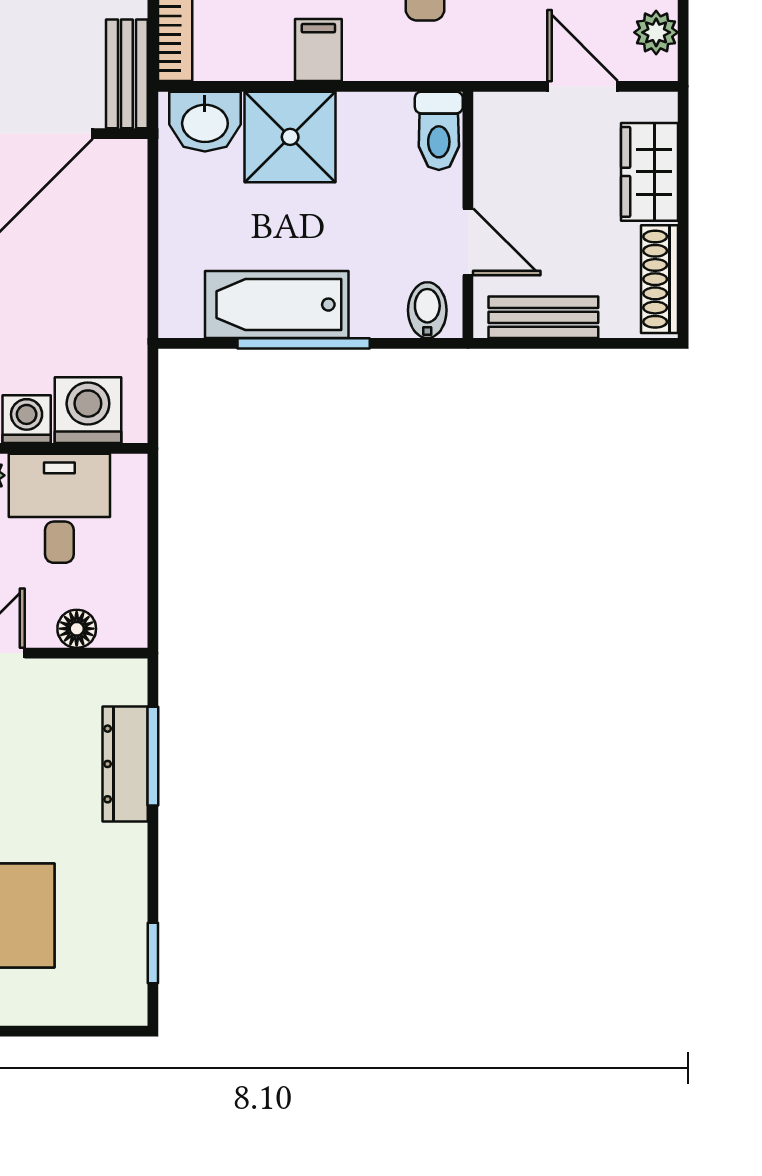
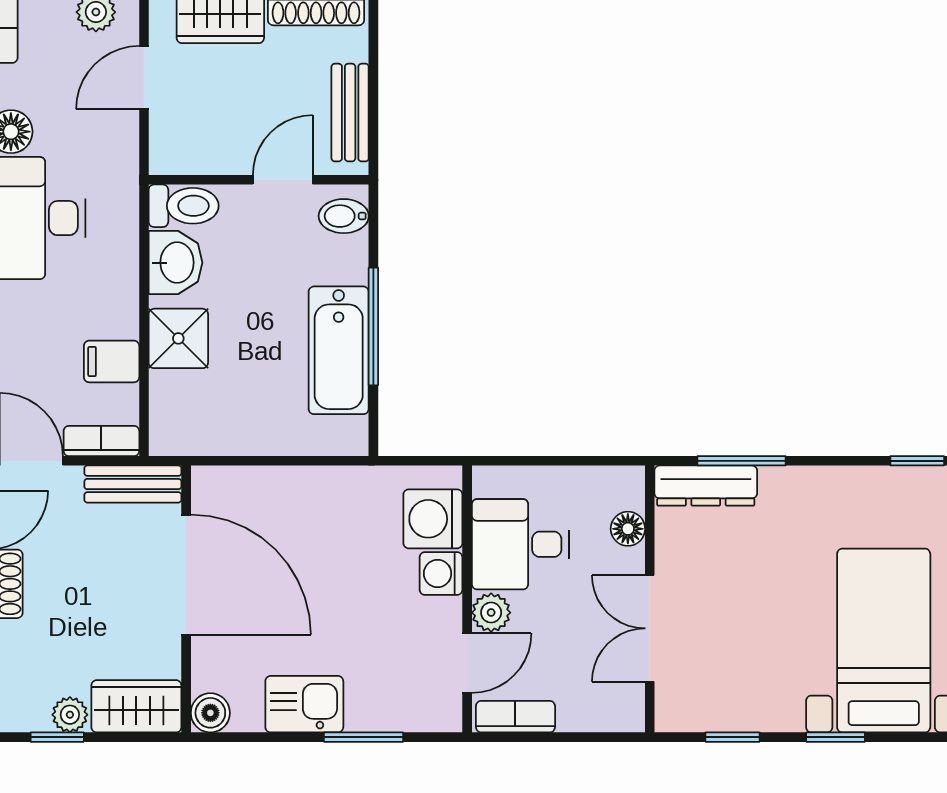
filing cabinet: (318, 50) -> (112, 361), moved
washbasin: (205, 122) -> (175, 263), moved
shower: (290, 137) -> (178, 338), width x0.73, depth x0.73
dresser: (125, 764) -> (706, 486), moved

